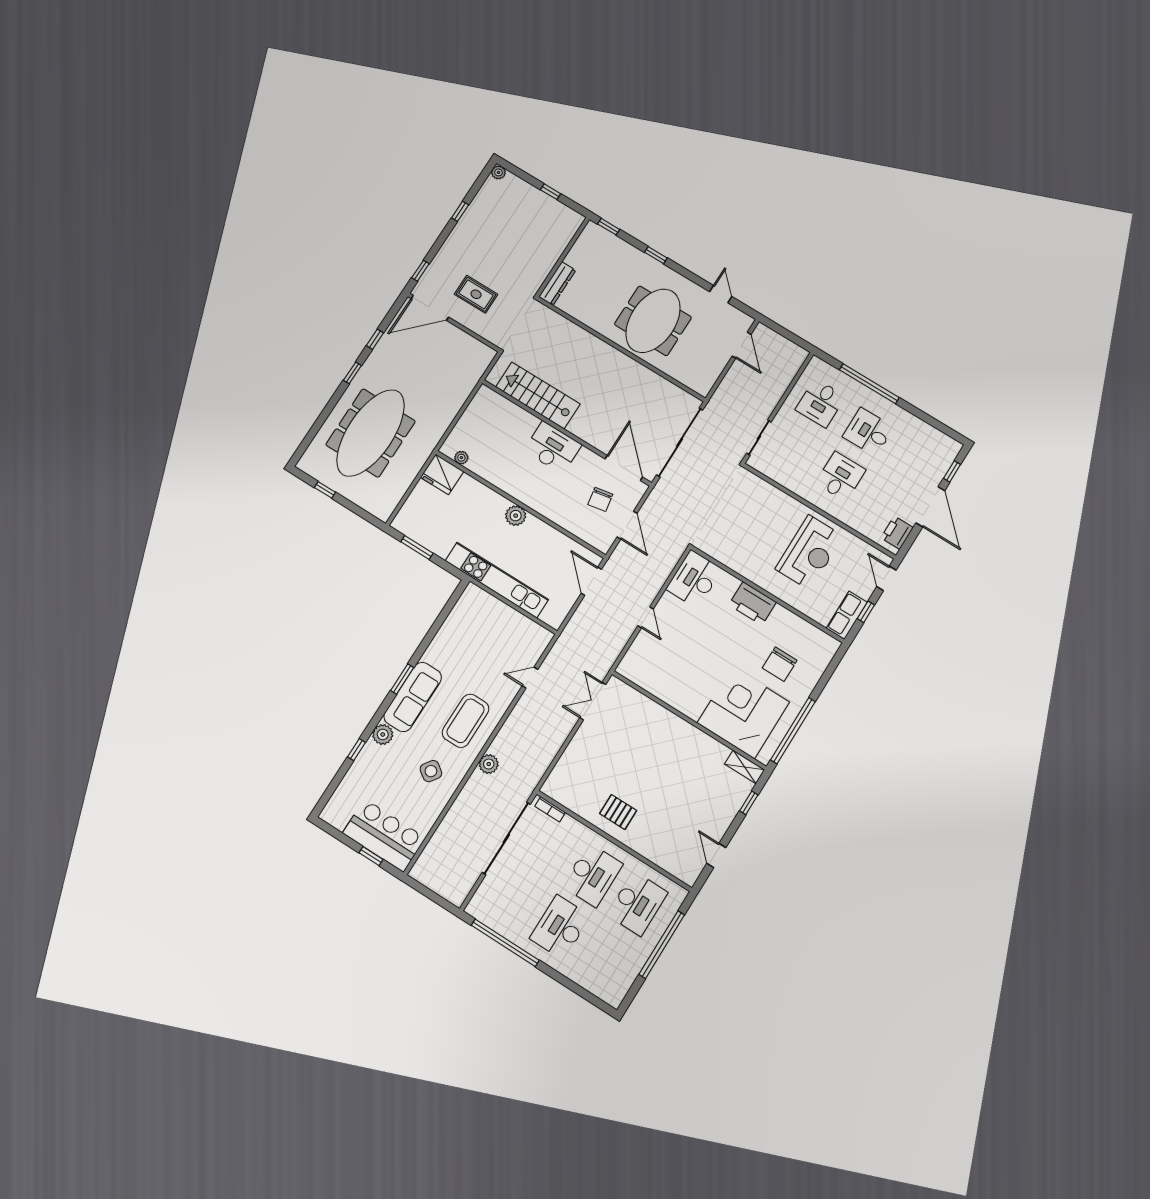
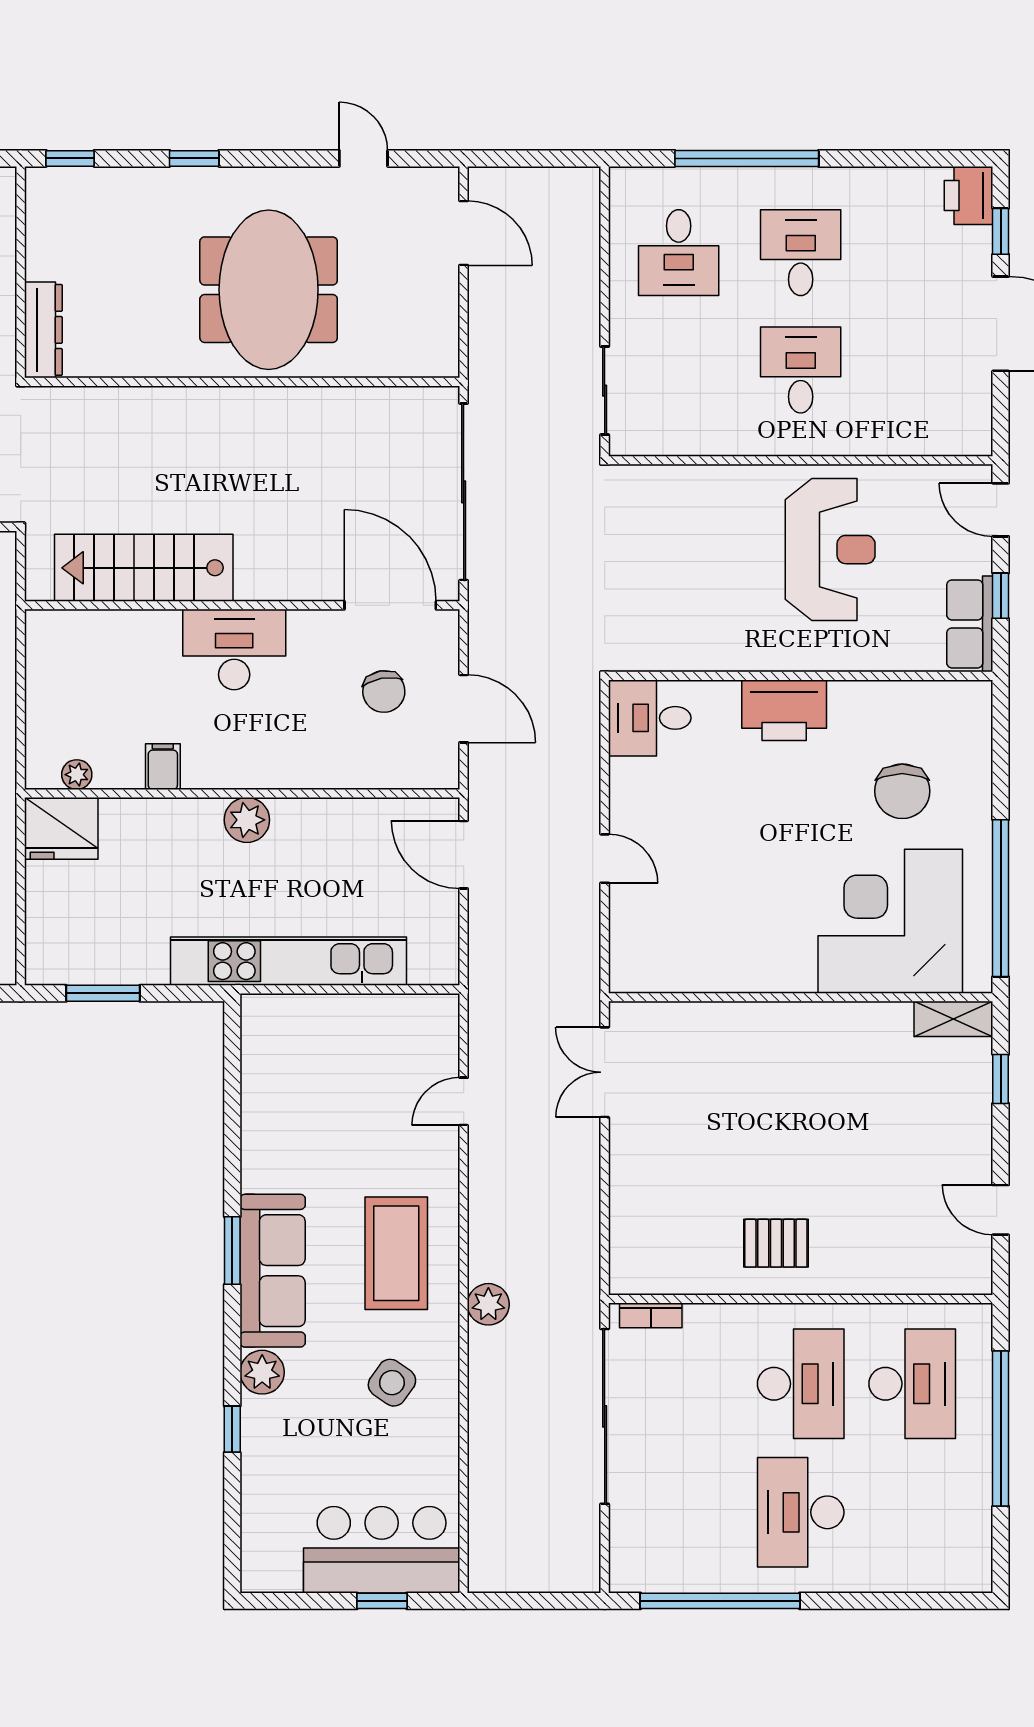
desk: (868, 432) -> (801, 253), turned 90
filing cabinet: (496, 475) -> (163, 767), added
printer: (897, 533) -> (969, 195), moved
desk: (694, 579) -> (650, 718), width x0.73

